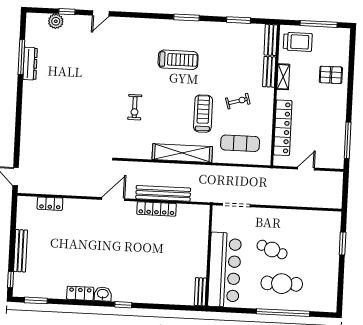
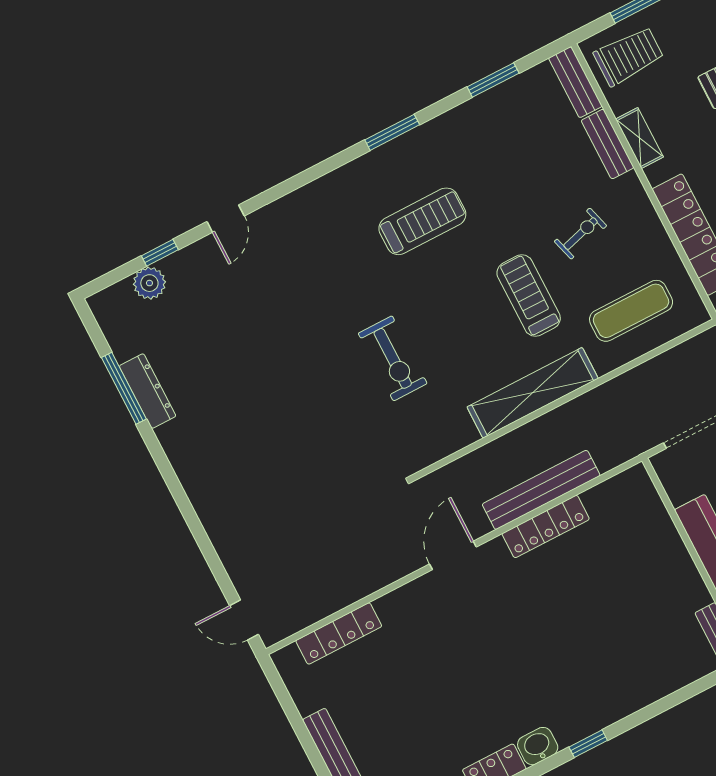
exercise bike: (135, 107) -> (393, 358), width x1.38, depth x1.39
locker: (50, 204) -> (339, 633), width x1.53

